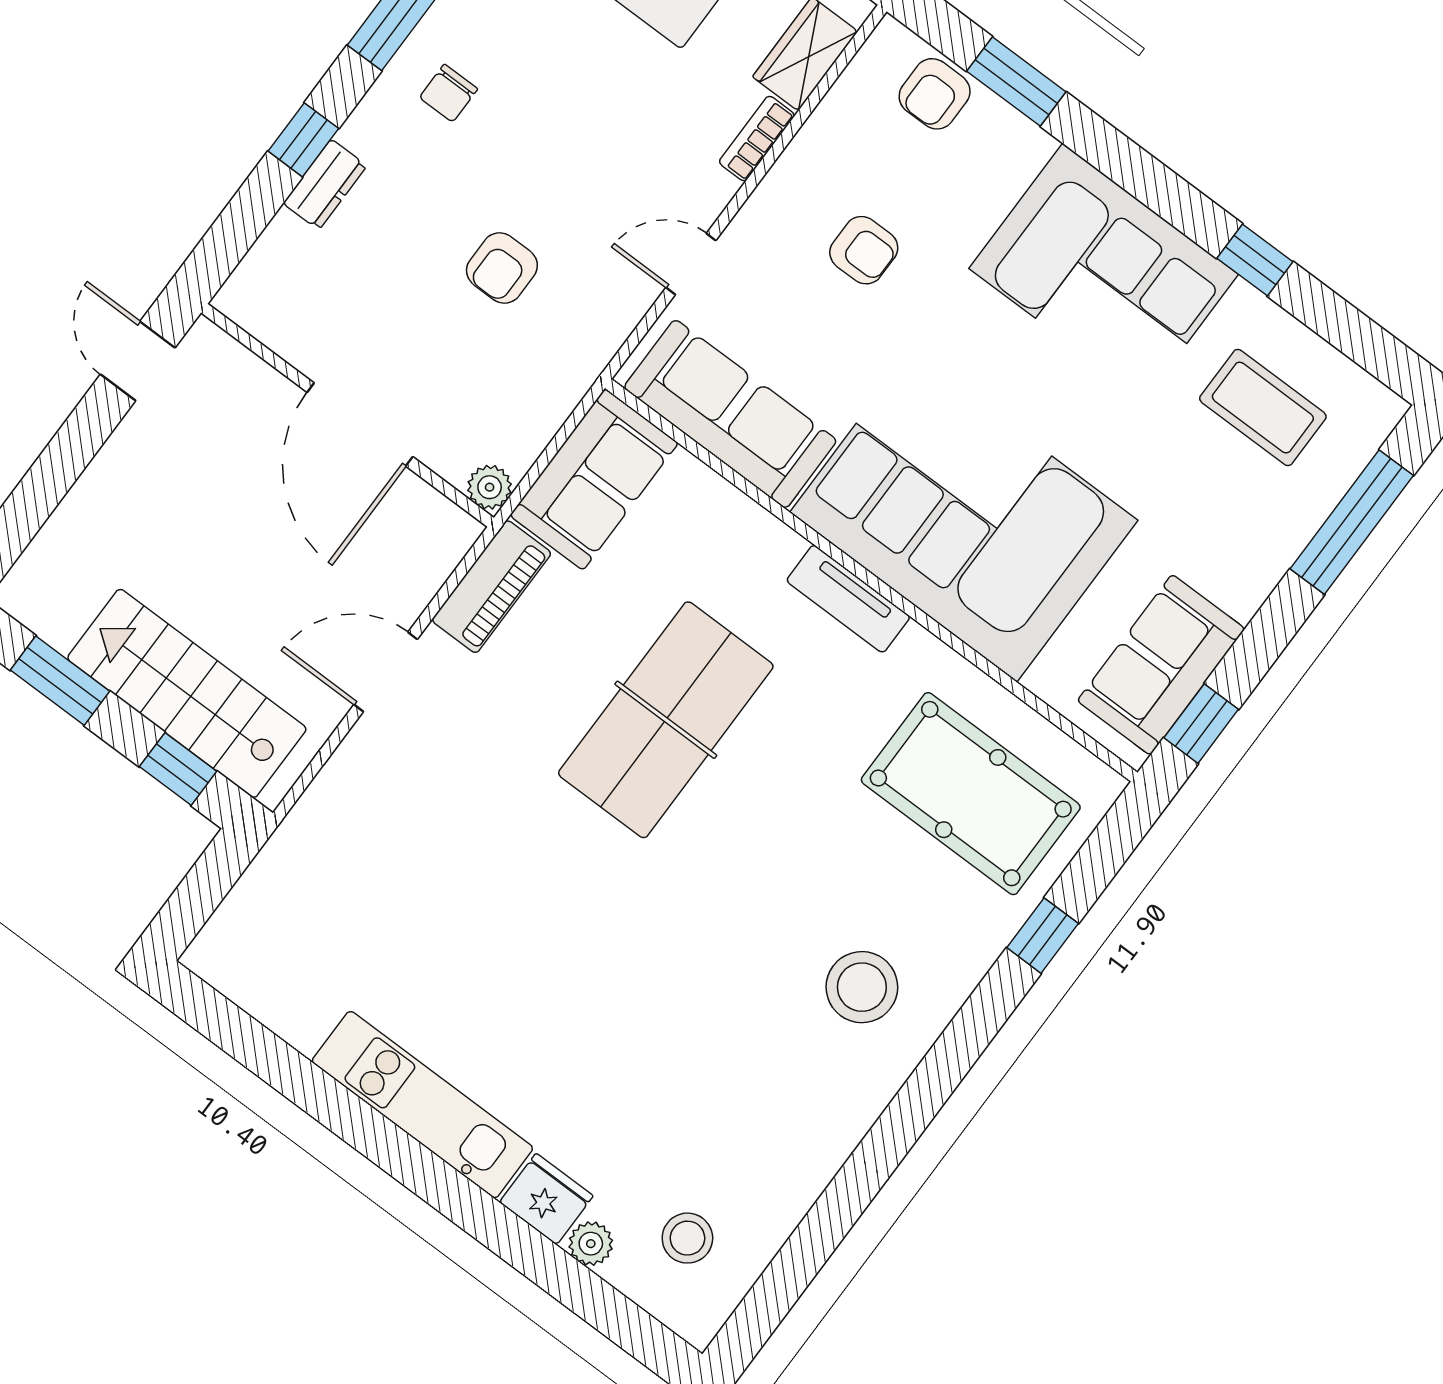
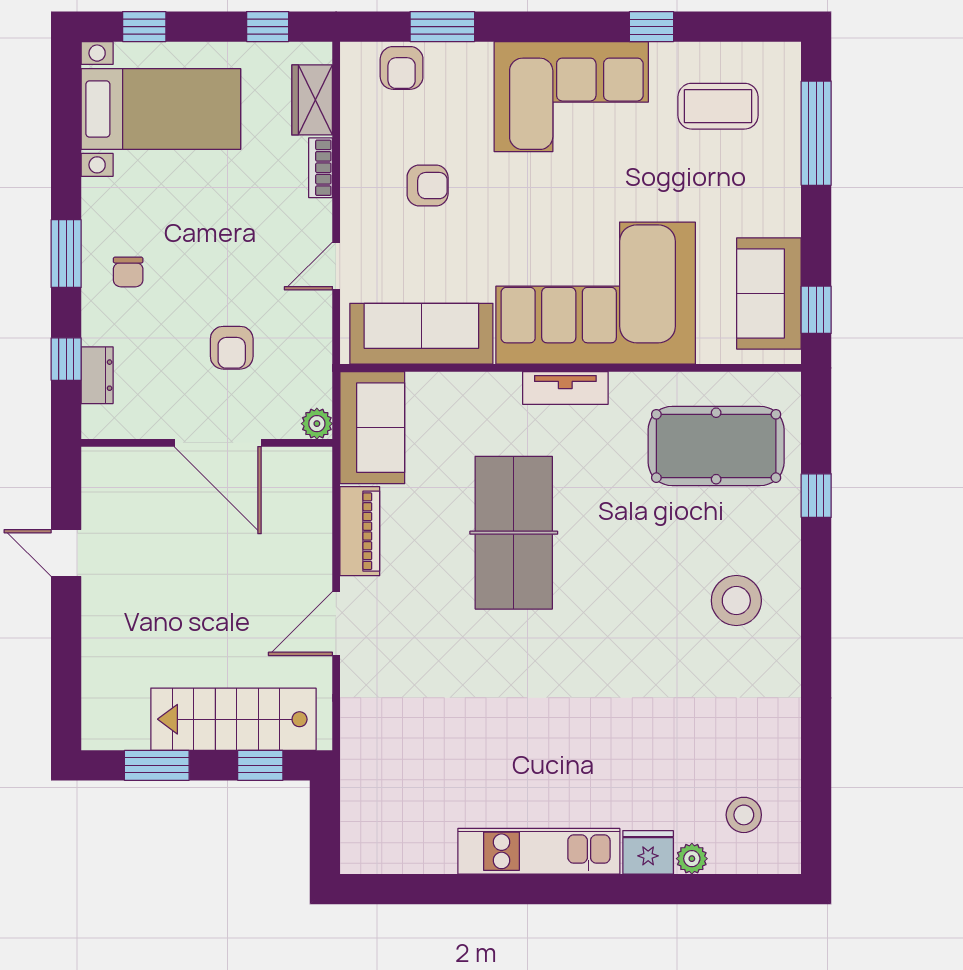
wall: (347, 415) -> (207, 443), moved
door: (360, 425) -> (218, 443), moved
plant: (490, 487) -> (317, 424), moved

